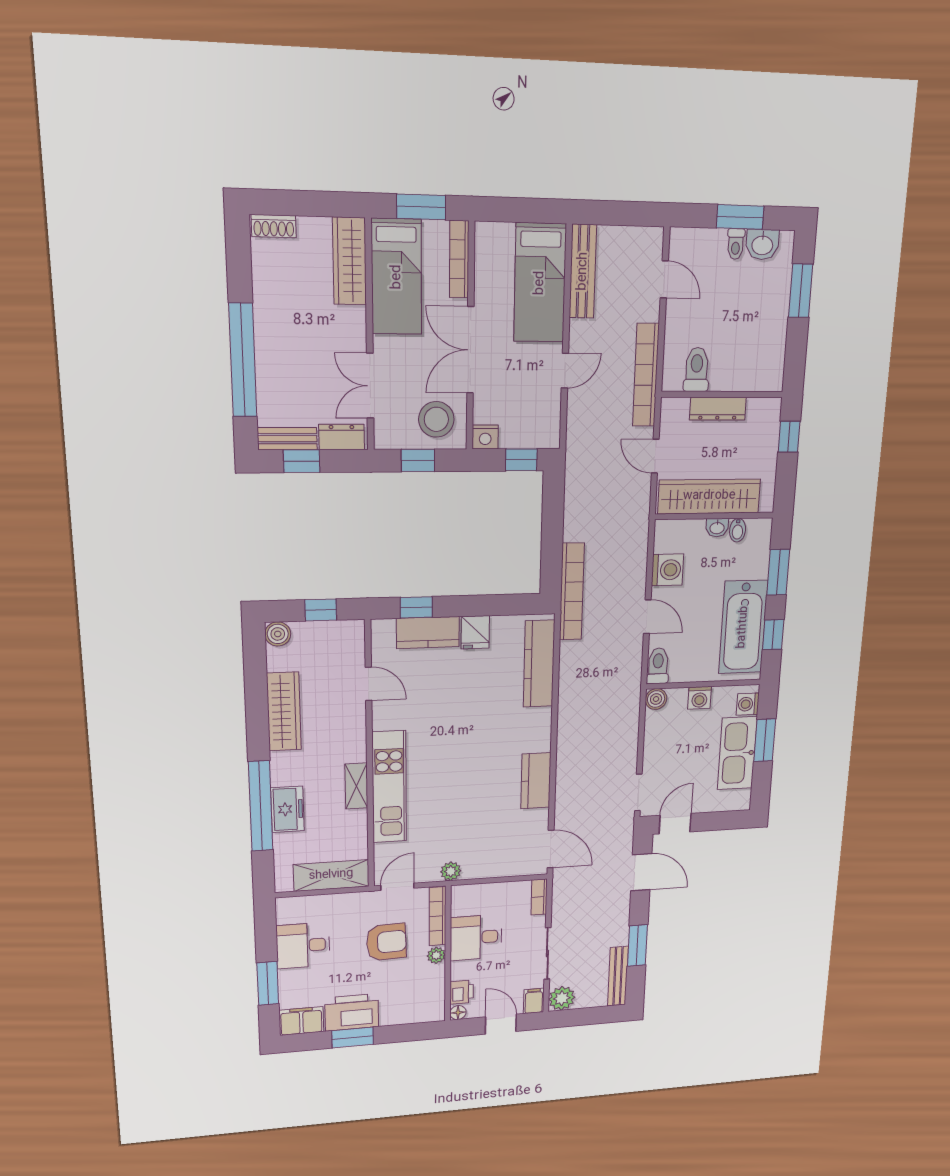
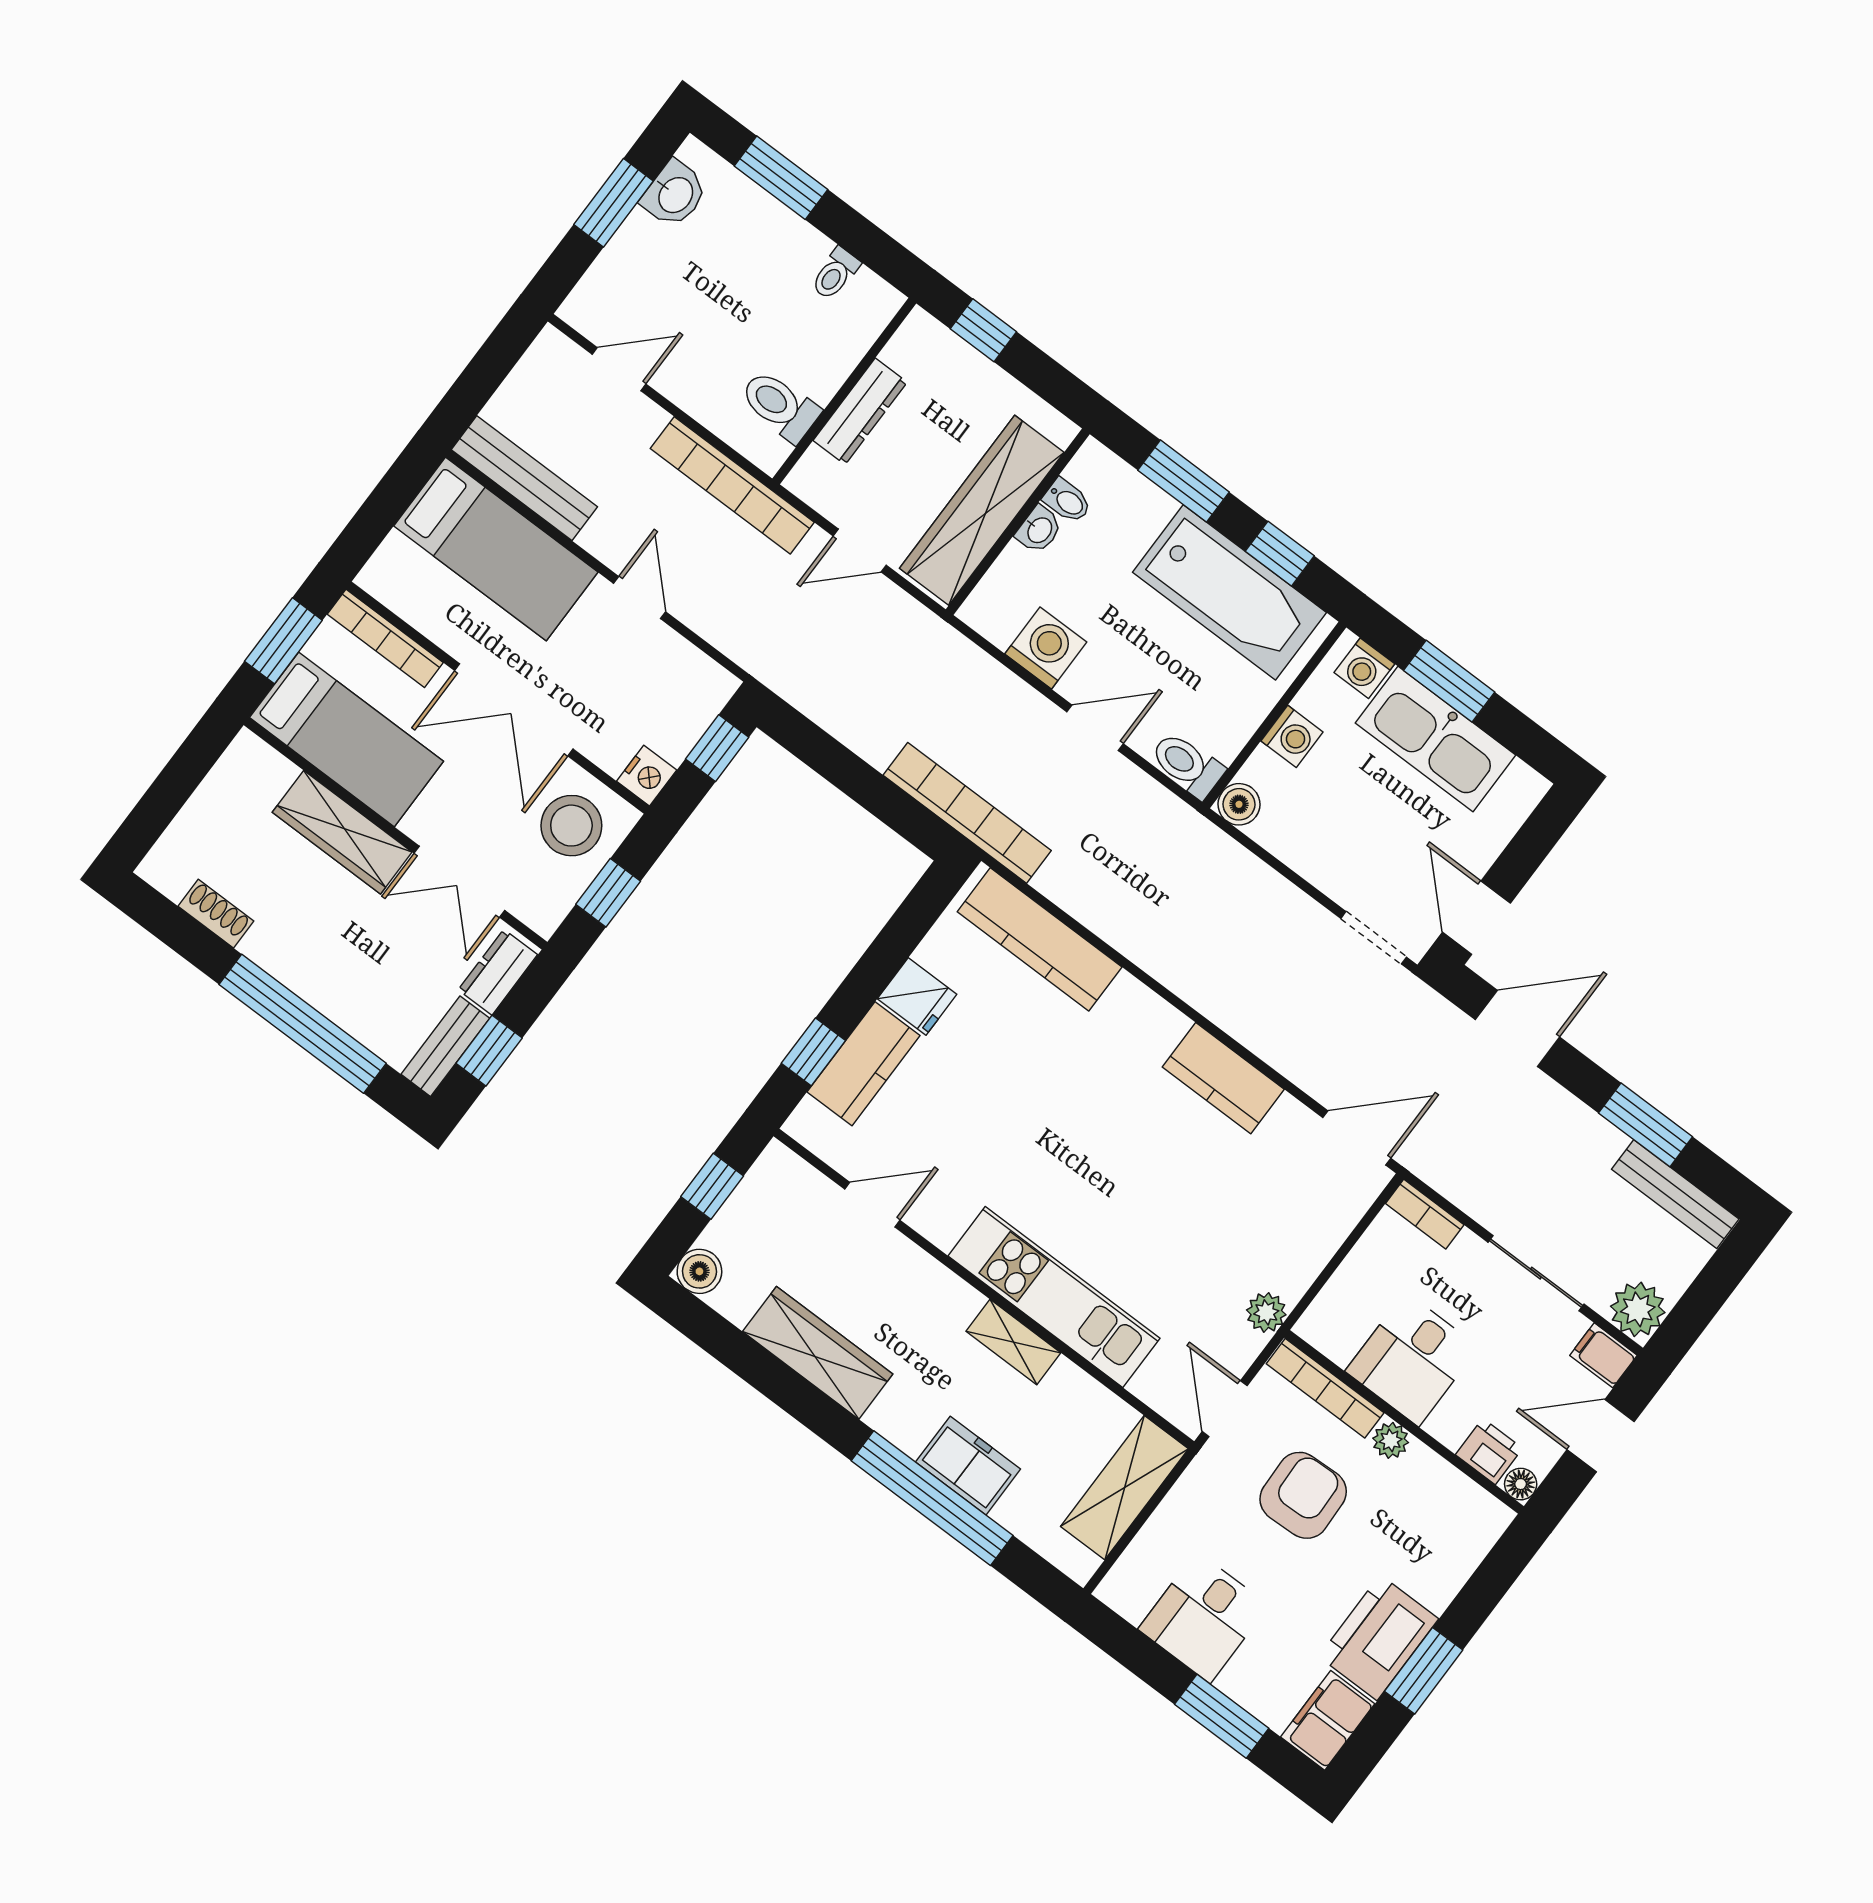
shoe rack: (274, 226) -> (216, 914), moved, turned -90
toilet: (736, 244) -> (835, 274), moved, turned 90
wardrobe: (350, 261) -> (342, 832), moved

